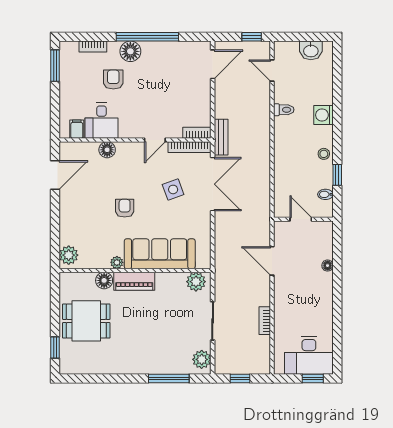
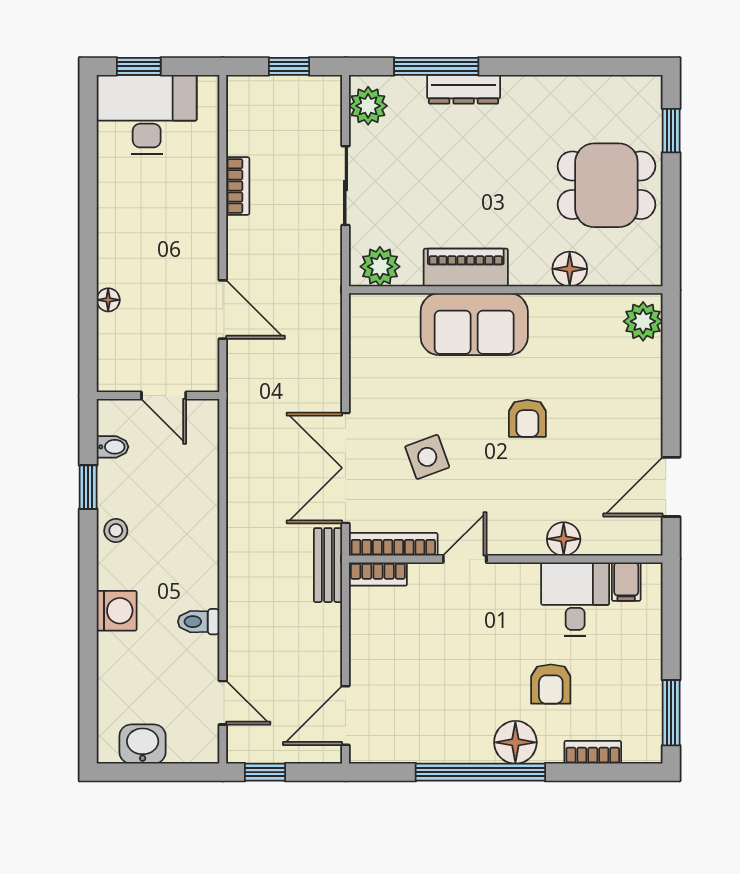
sofa: (160, 254) -> (474, 324), width x0.73
plant: (117, 262) -> (543, 306), removed
piano: (134, 281) -> (466, 268), moved
dresser: (155, 367) -> (464, 89), added

